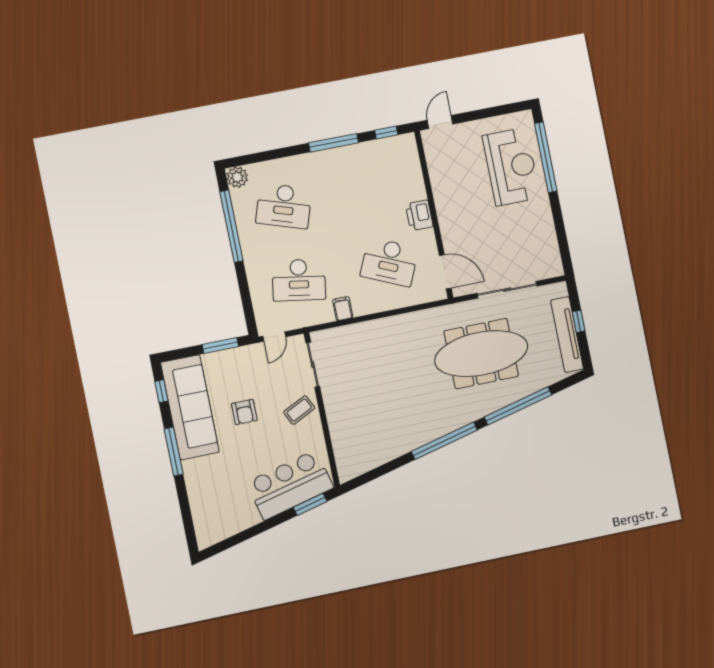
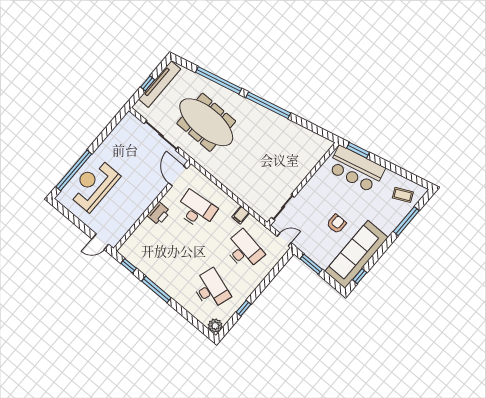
window: (231, 226) -> (244, 308), width x0.32
desk: (389, 262) -> (196, 210), turned -30
coffee table: (299, 410) -> (403, 195), moved
window: (174, 452) -> (406, 221), moved

